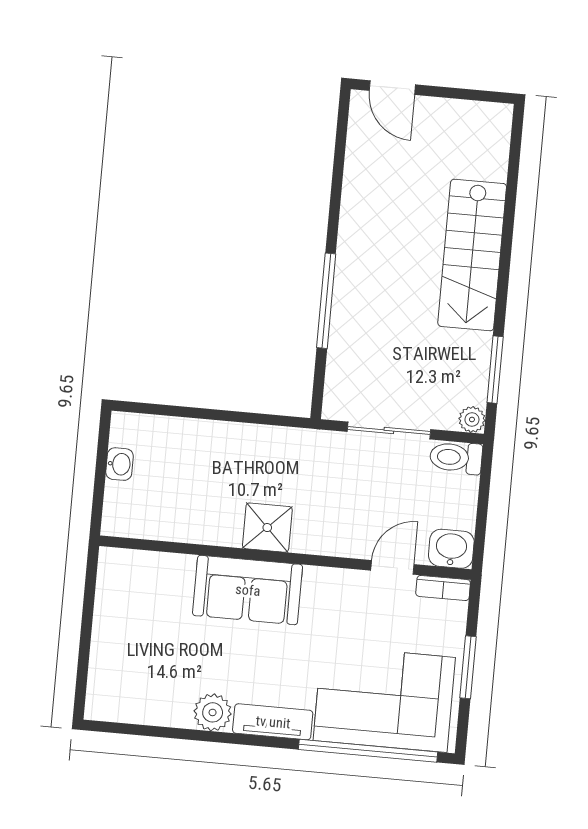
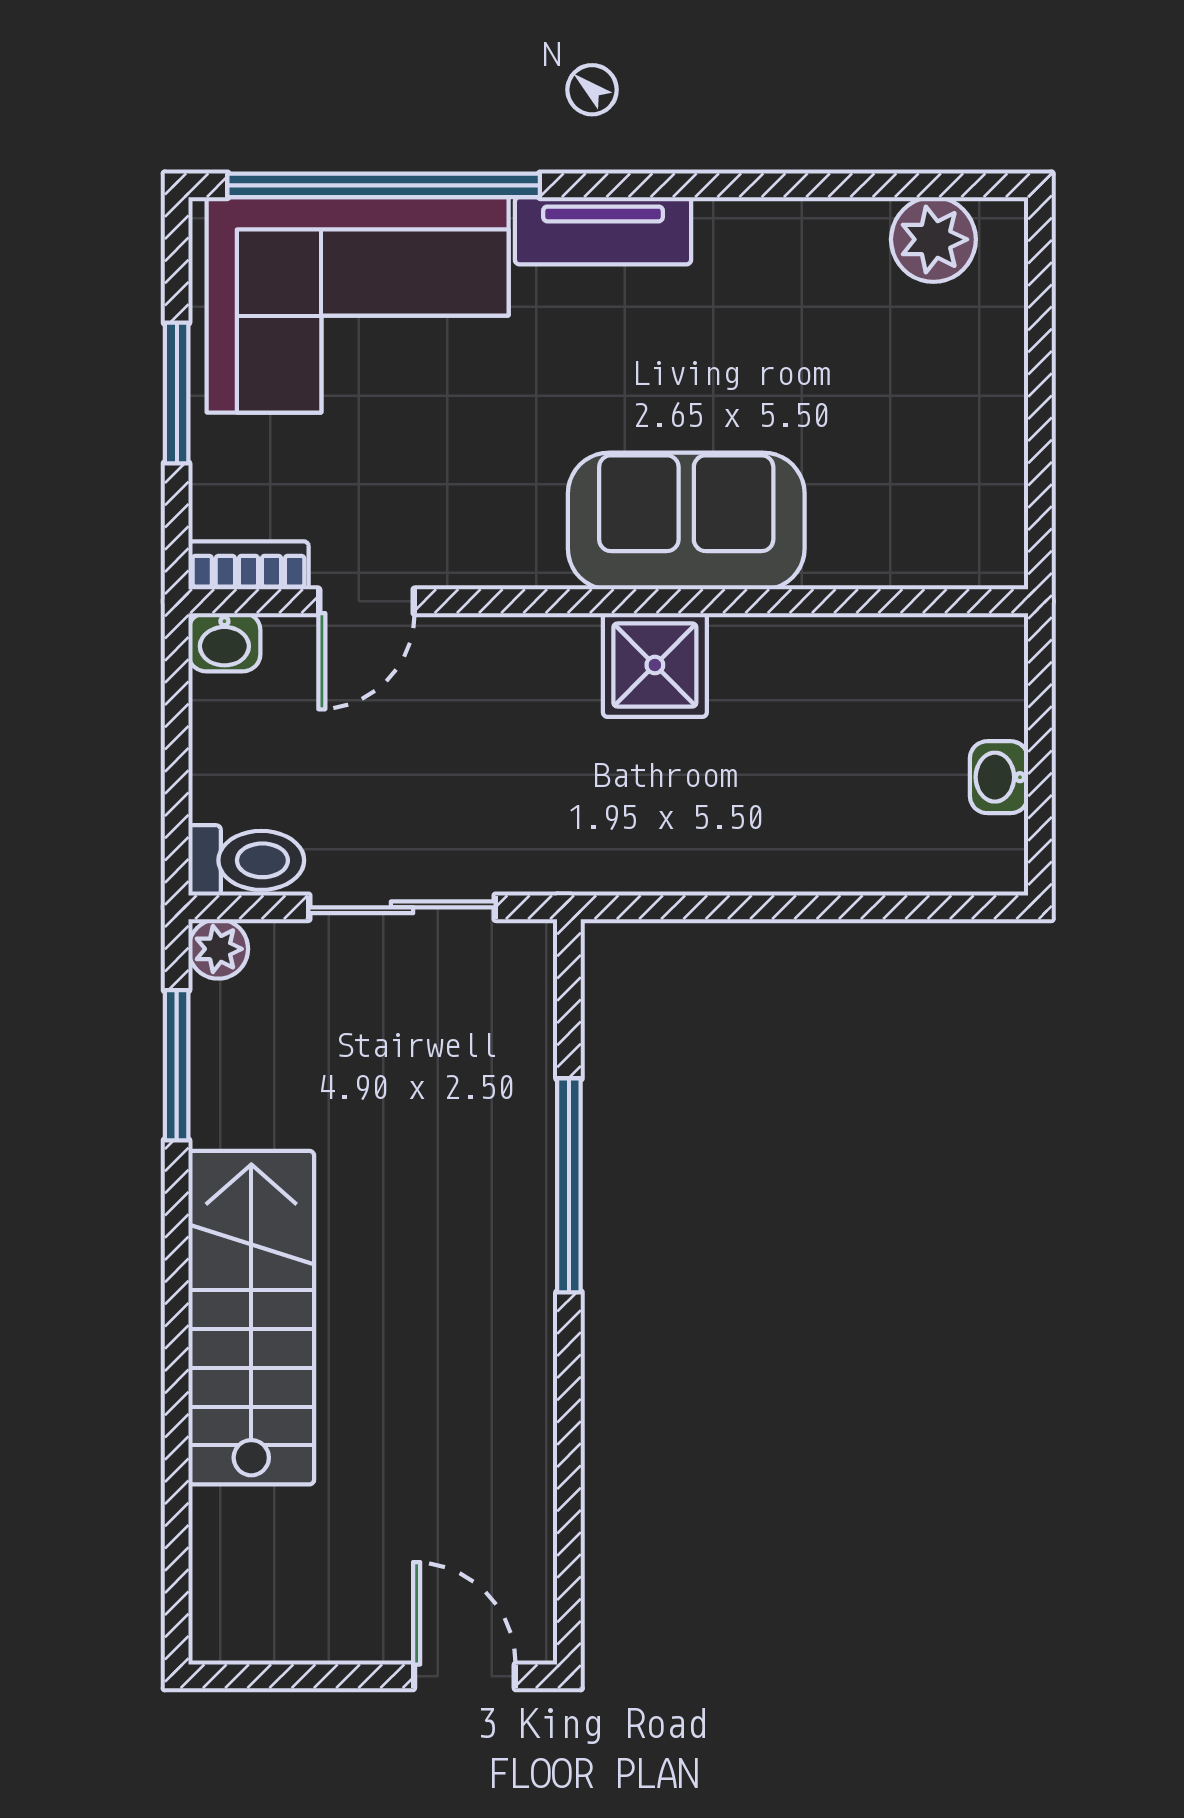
washbasin: (451, 549) -> (224, 642), width x0.72, depth x0.69
plant: (213, 712) -> (933, 239), moved

